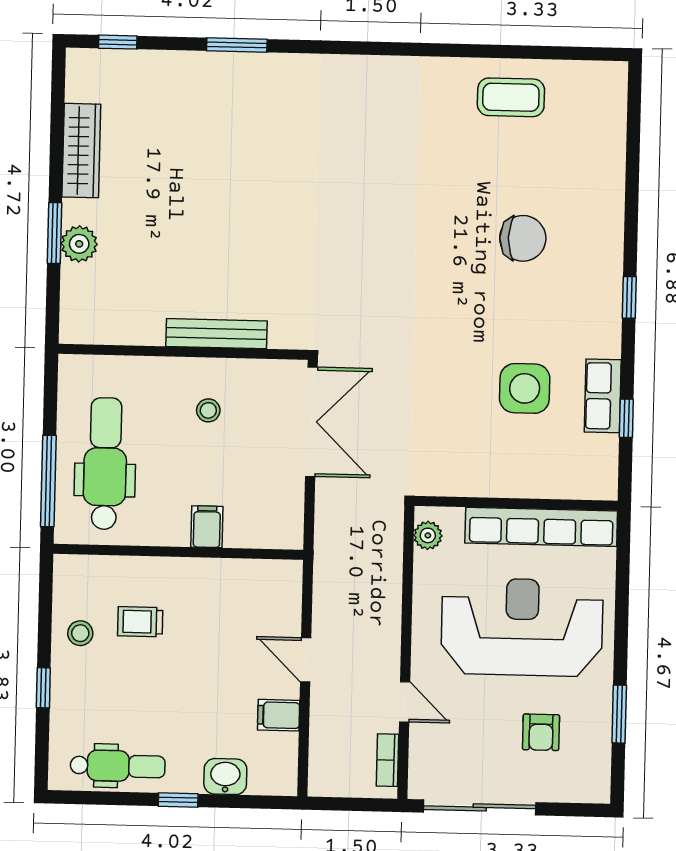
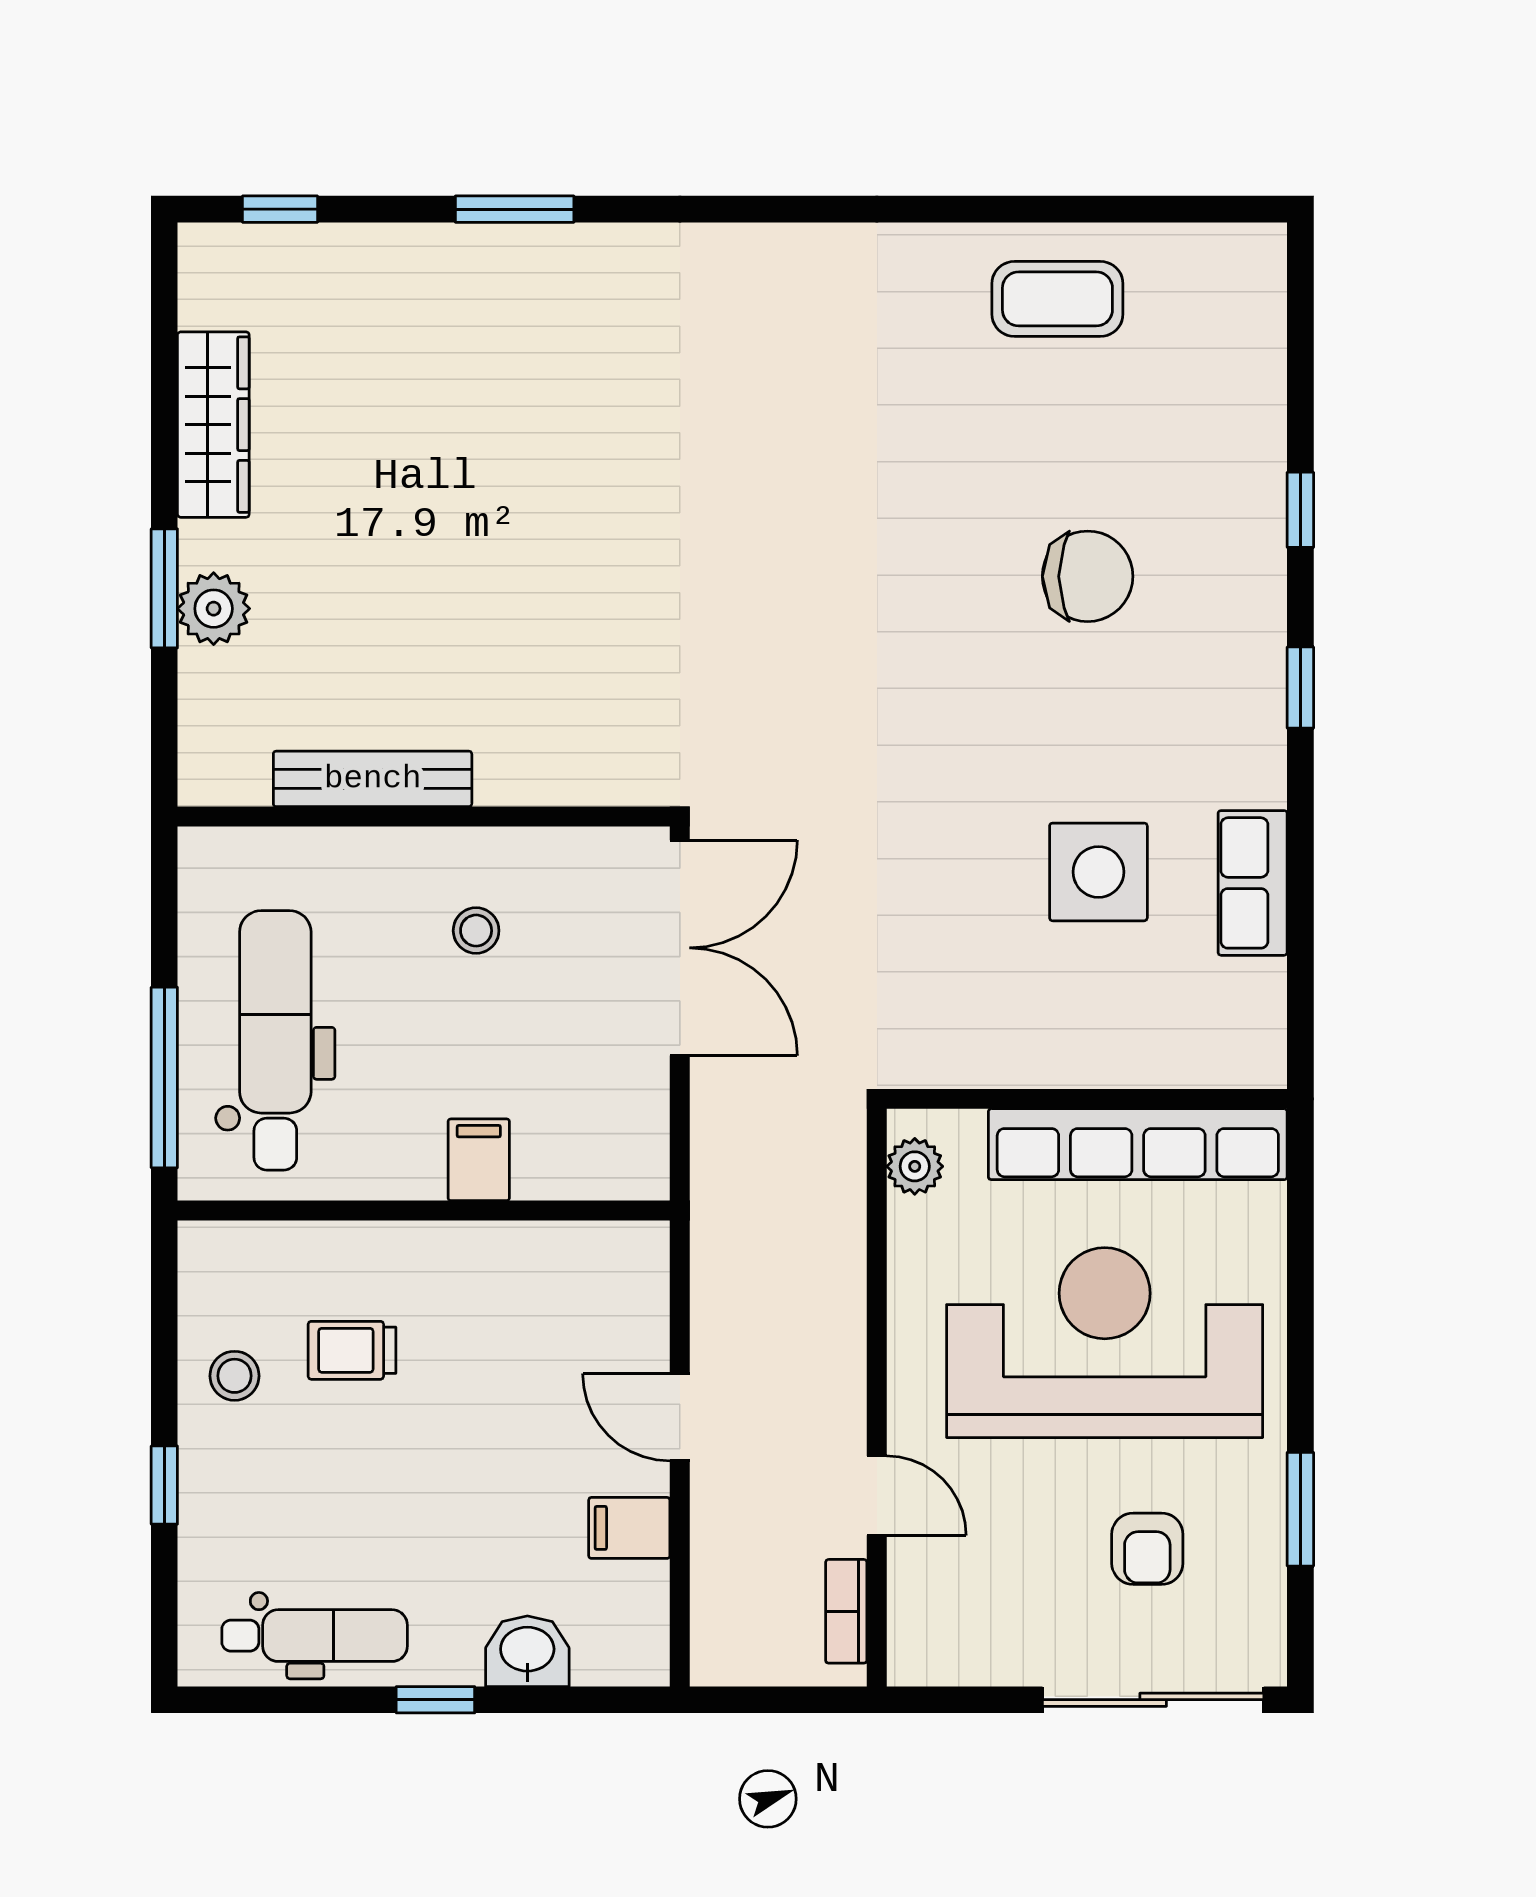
bench: (217, 334) -> (373, 779), moved
window: (626, 418) -> (1300, 510), moved
sliding door: (480, 807) -> (1153, 1700), moved

